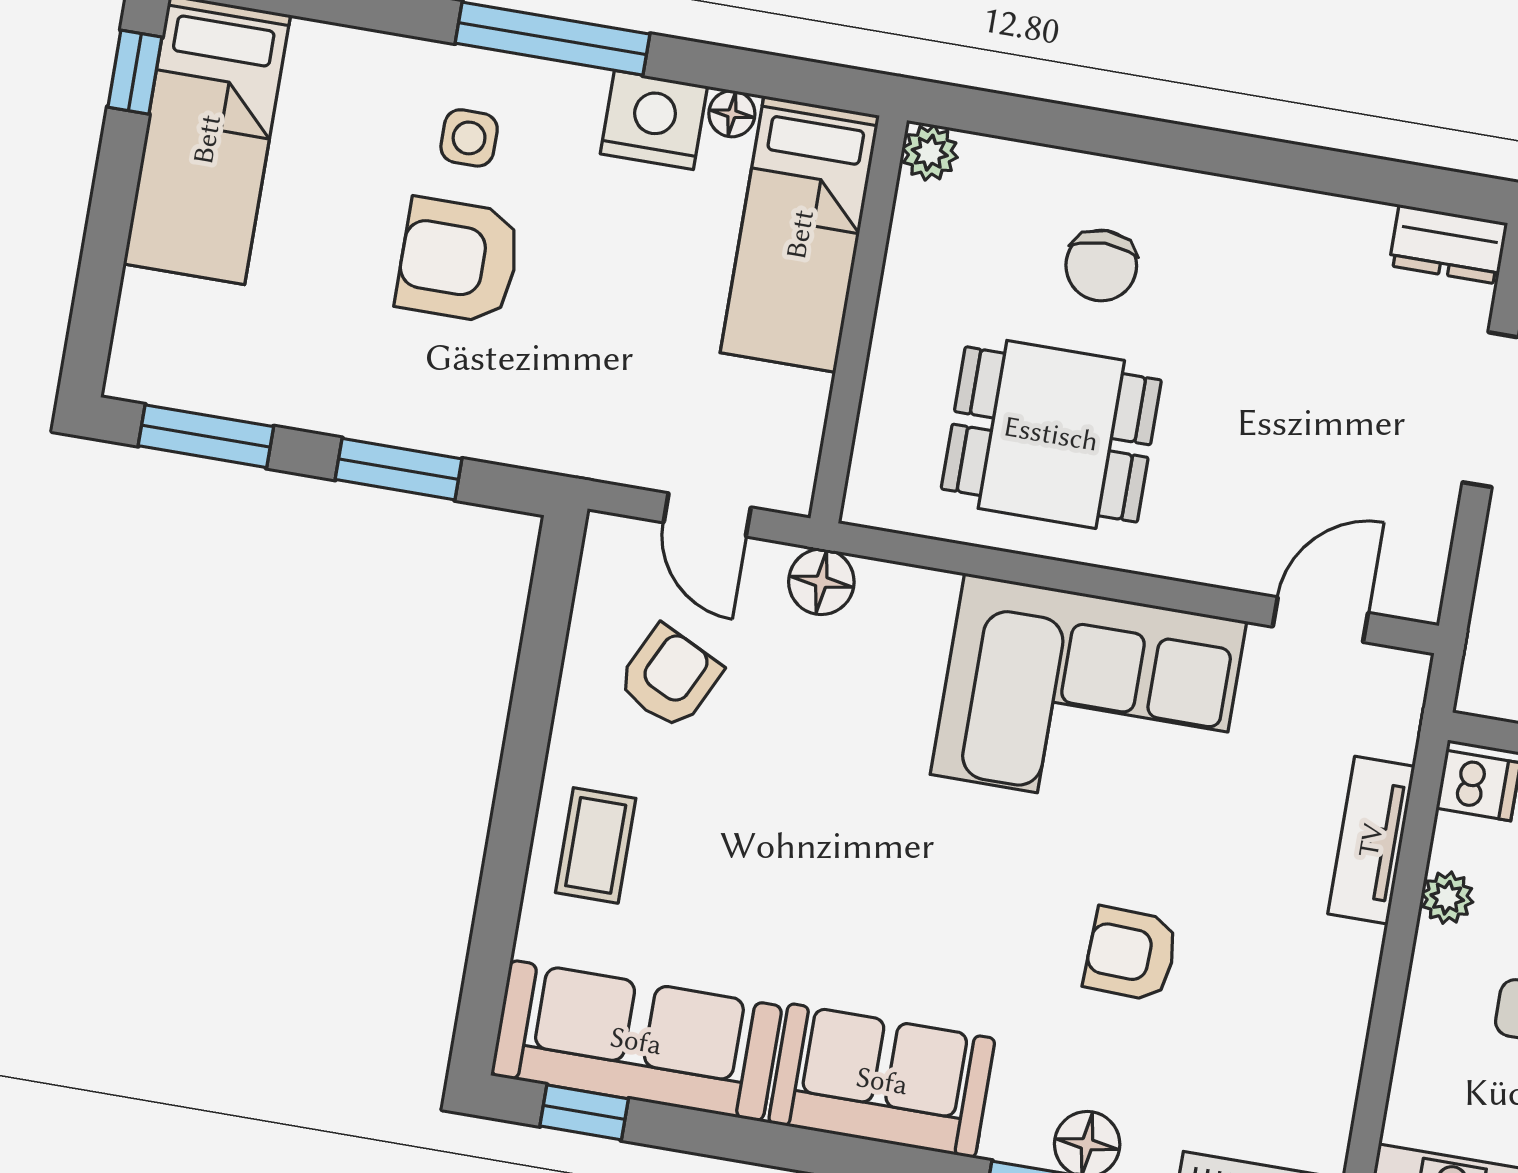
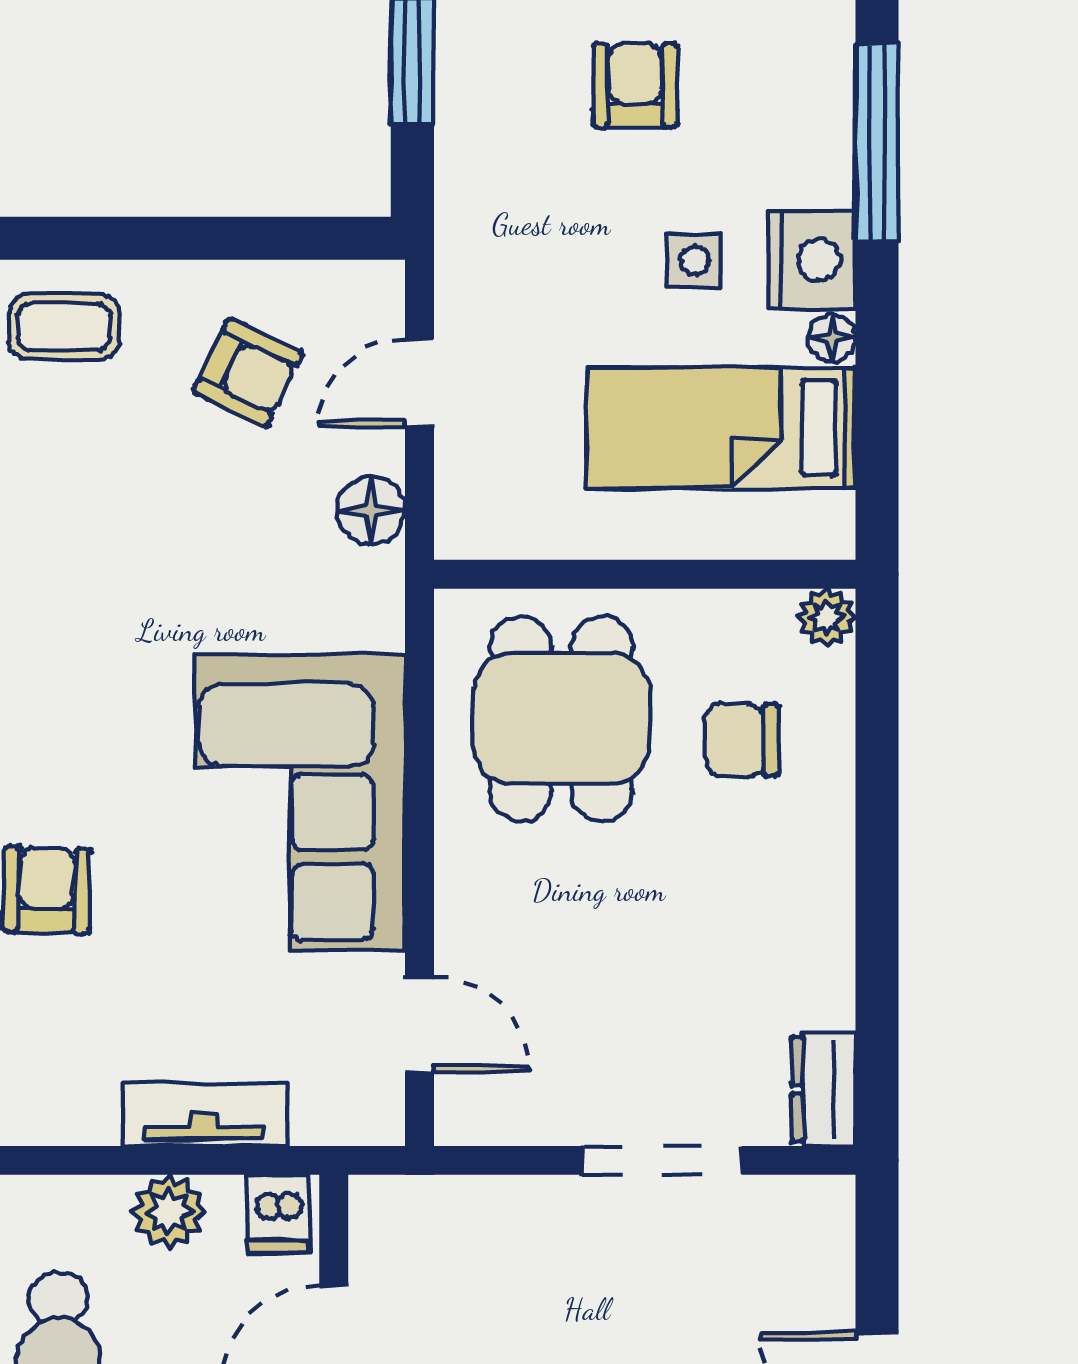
side table: (469, 138) -> (695, 261), moved
plant: (930, 153) -> (827, 618), moved
armchair: (458, 260) -> (635, 85), width x0.72, depth x0.72
wall: (859, 319) -> (645, 574), moved
plant: (1447, 898) -> (169, 1212), width x1.38, depth x1.38

